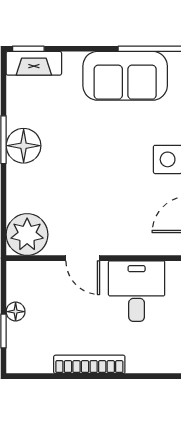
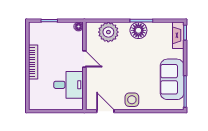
plant: (27, 235) -> (108, 32), moved
door: (83, 258) -> (84, 59), swing flipped
floor lamp: (16, 312) -> (79, 27), moved

